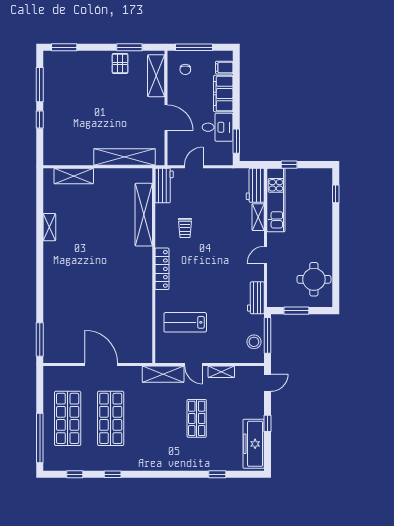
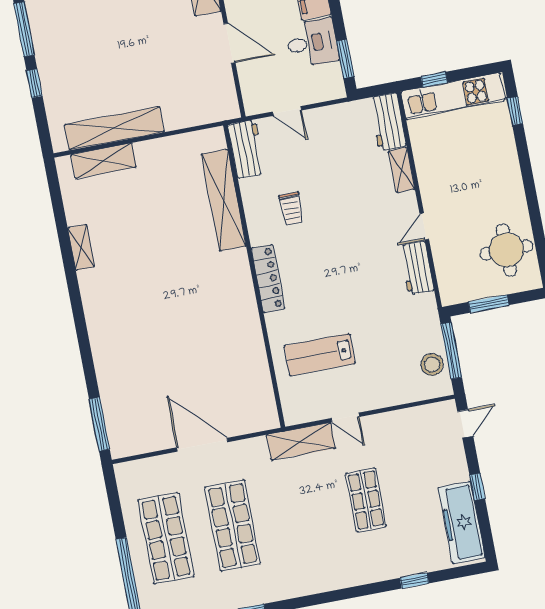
shelving: (125, 157) -> (114, 128), moved
door: (194, 167) -> (287, 111), swing flipped
kitchen unit: (276, 200) -> (453, 96), moved, turned 90
workbench: (256, 298) -> (417, 268), moved
shelving: (221, 372) -> (390, 421), removed

